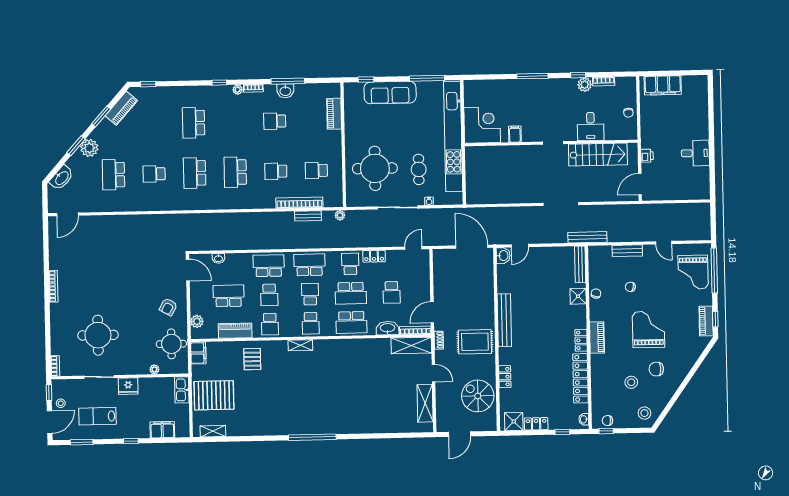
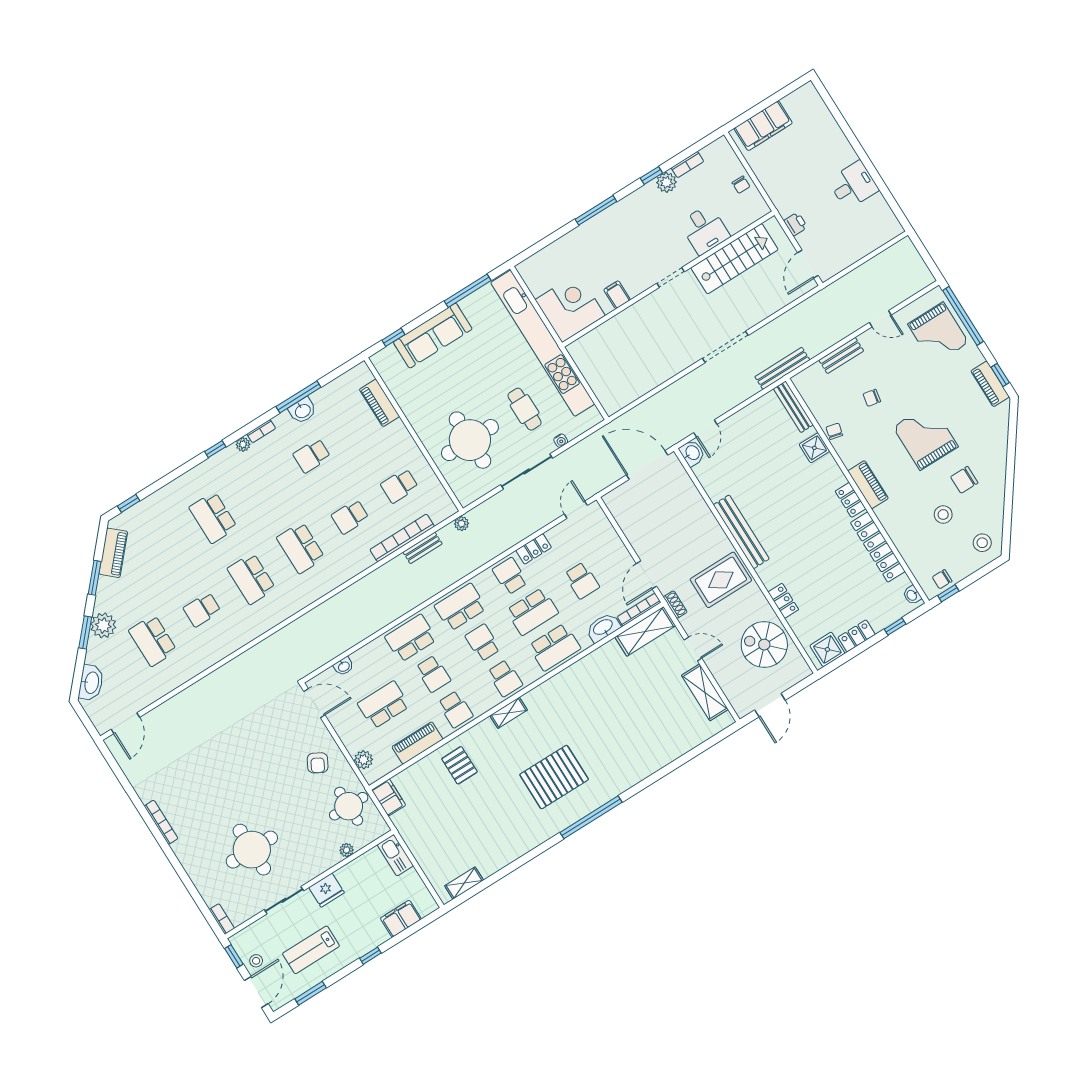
pallet: (214, 395) -> (554, 777), moved

